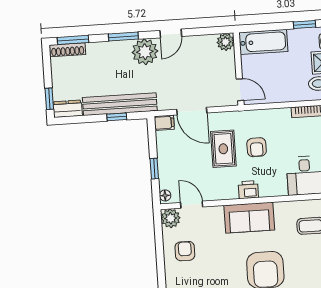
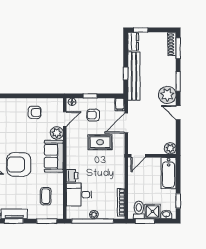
armchair: (257, 147) -> (93, 115), moved
printer: (248, 190) -> (72, 176), moved
plant: (171, 218) -> (57, 133), moved

